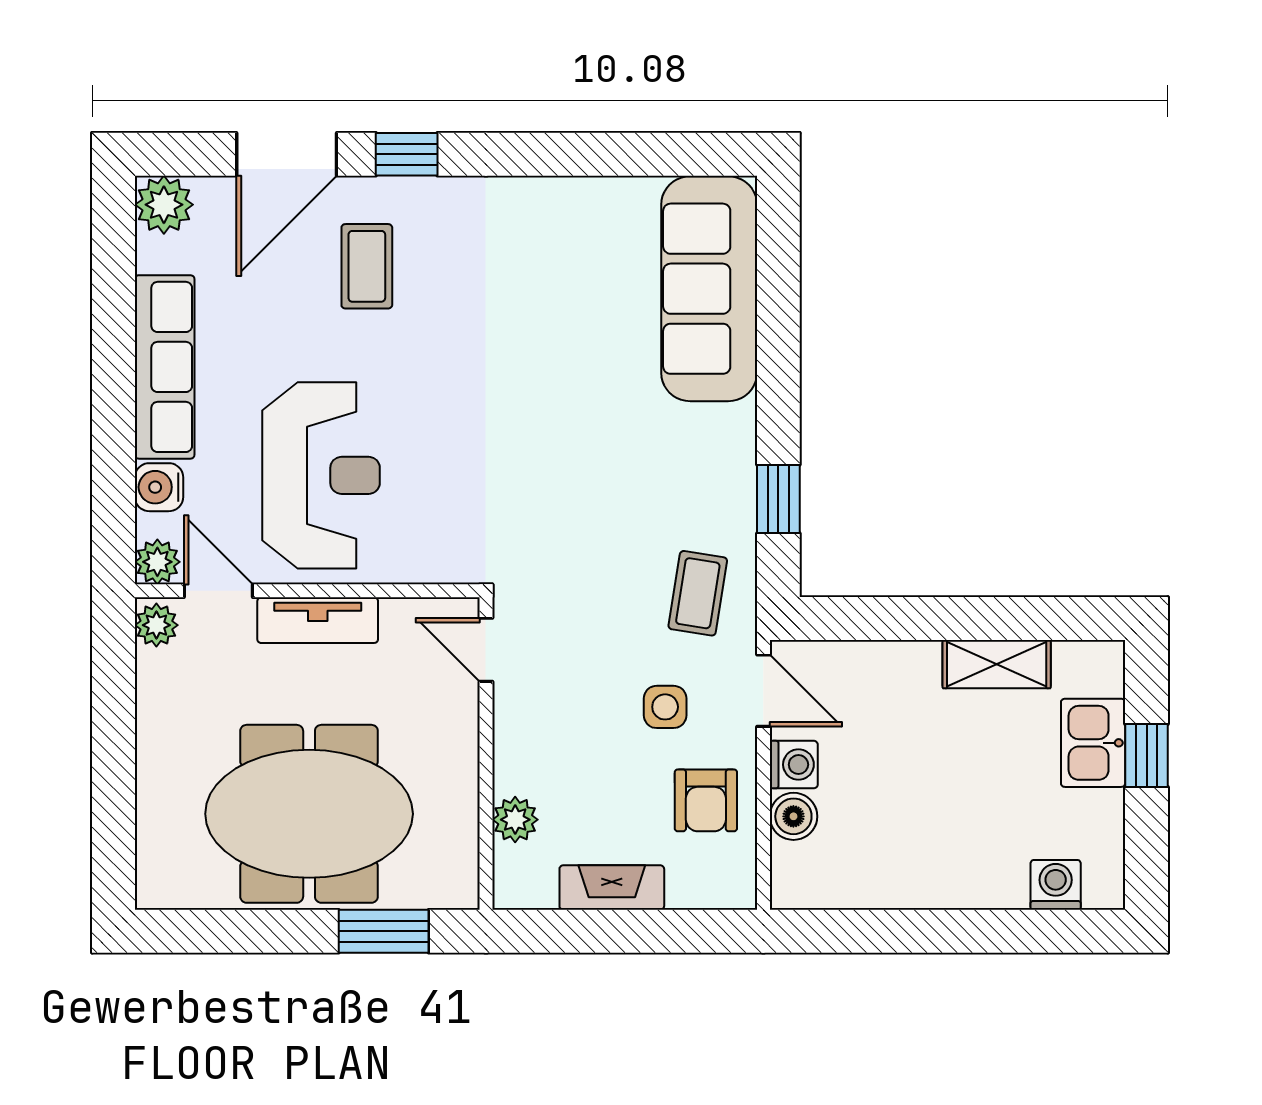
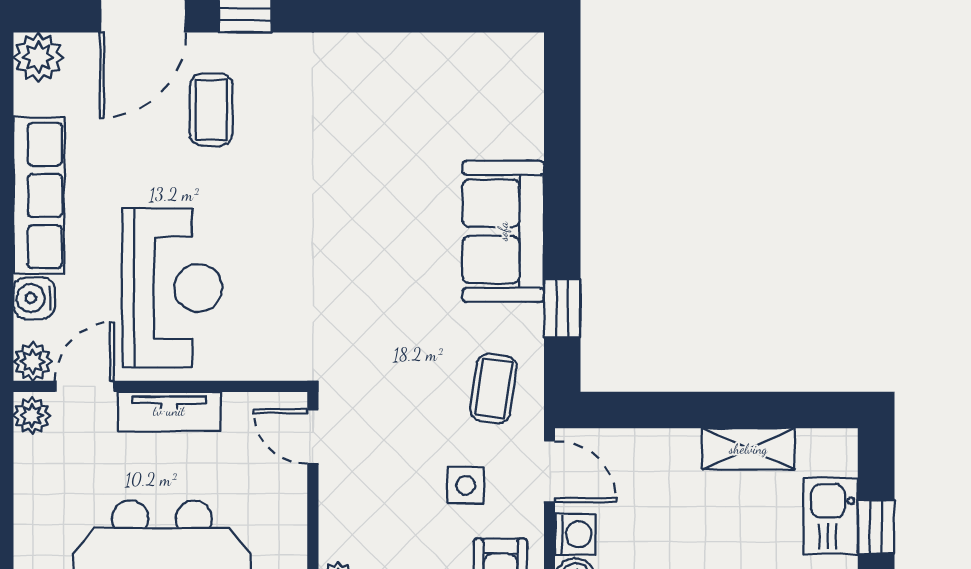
sofa: (709, 289) -> (503, 231), moved, width x0.73
door: (218, 591) -> (85, 386), hinge flipped

